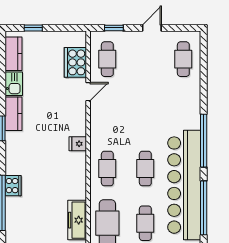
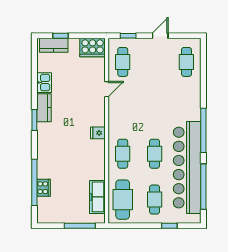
kitchen counter: (13, 54) -> (54, 45), moved, turned 90
cooker: (75, 62) -> (93, 48), moved, turned -90
cooker: (13, 186) -> (44, 188), moved

